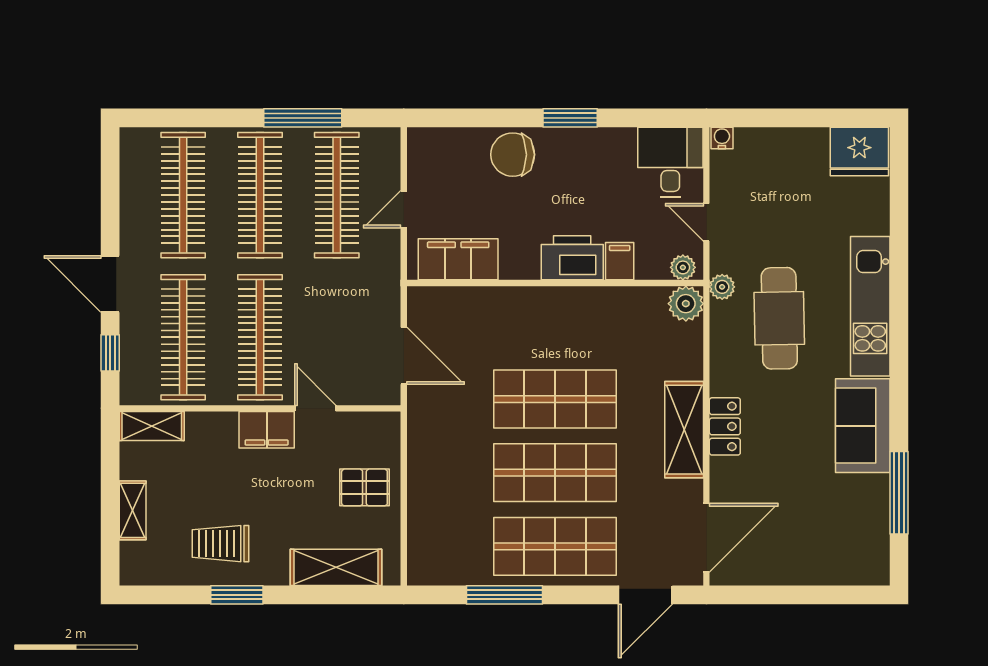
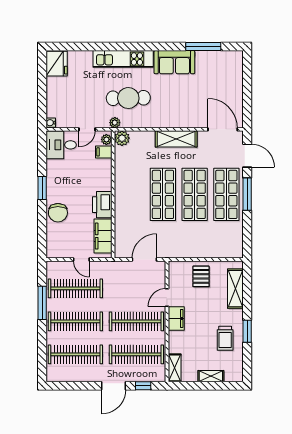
printer: (572, 258) -> (102, 205), moved
filing cabinet: (620, 261) -> (104, 152), moved
locker: (725, 426) -> (175, 121), removed
window: (505, 595) -> (247, 194), moved

